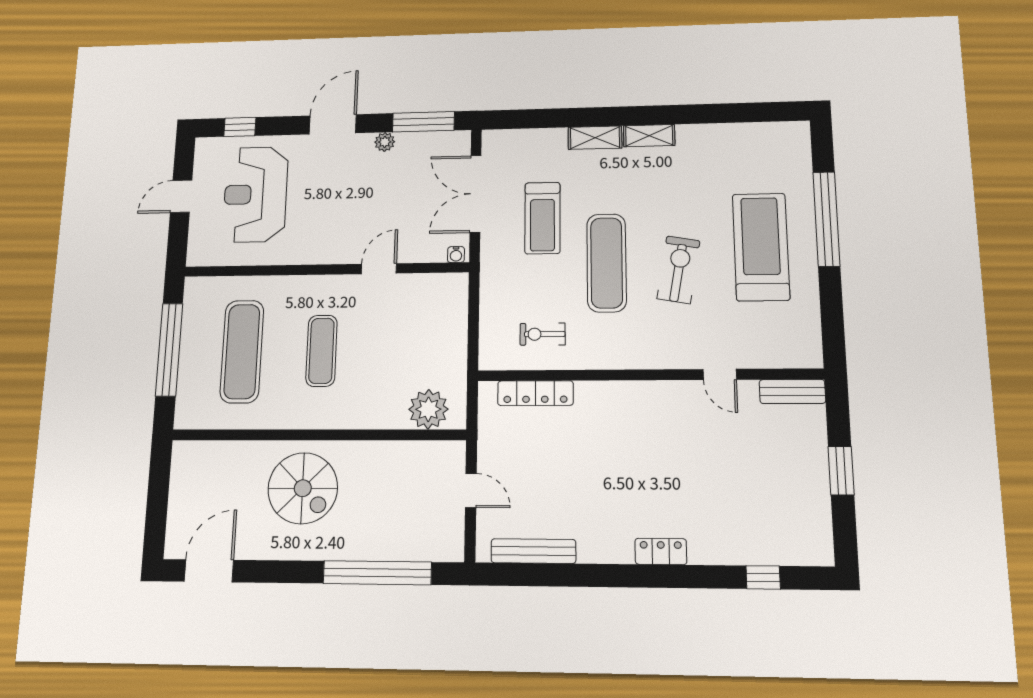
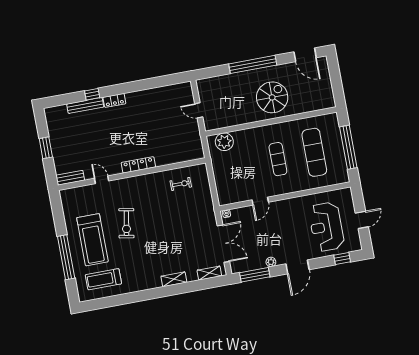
shelving: (649, 136) -> (209, 273), moved
reception desk: (255, 194) -> (326, 227), turned 180
treadmill: (542, 218) -> (103, 279), moved, turned -90
exercise mat: (607, 263) -> (158, 221), removed
locker: (535, 393) -> (138, 165), moved
spiral stairs: (303, 488) -> (272, 97), turned 90
bench: (533, 551) -> (85, 105), moved
door: (209, 571) -> (305, 55), hinge flipped
window: (377, 573) -> (253, 64), moved
window: (763, 577) -> (92, 94), moved

